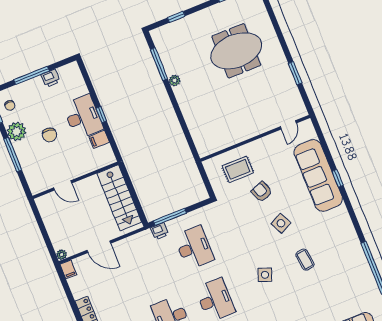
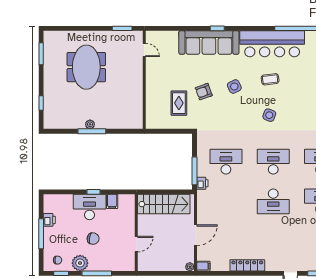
window: (159, 64) -> (92, 131), moved
door: (288, 125) -> (144, 50), moved
wall: (255, 138) -> (144, 80), moved
bar counter: (345, 246) -> (272, 44), added

